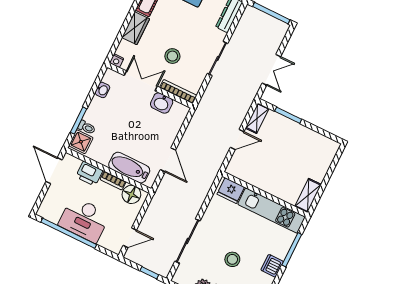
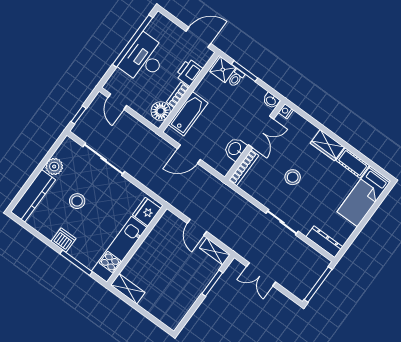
nightstand: (117, 61) -> (286, 111), moved
double door: (141, 81) -> (261, 132), moved
wall: (150, 85) -> (255, 140), moved
bookcase: (178, 91) -> (244, 168), moved
washbasin: (162, 103) -> (235, 149), moved

